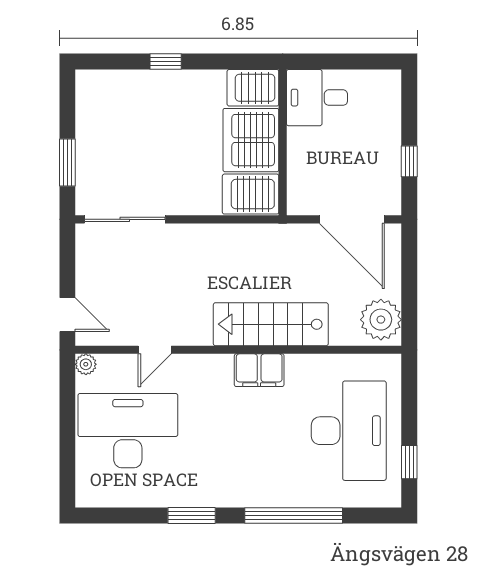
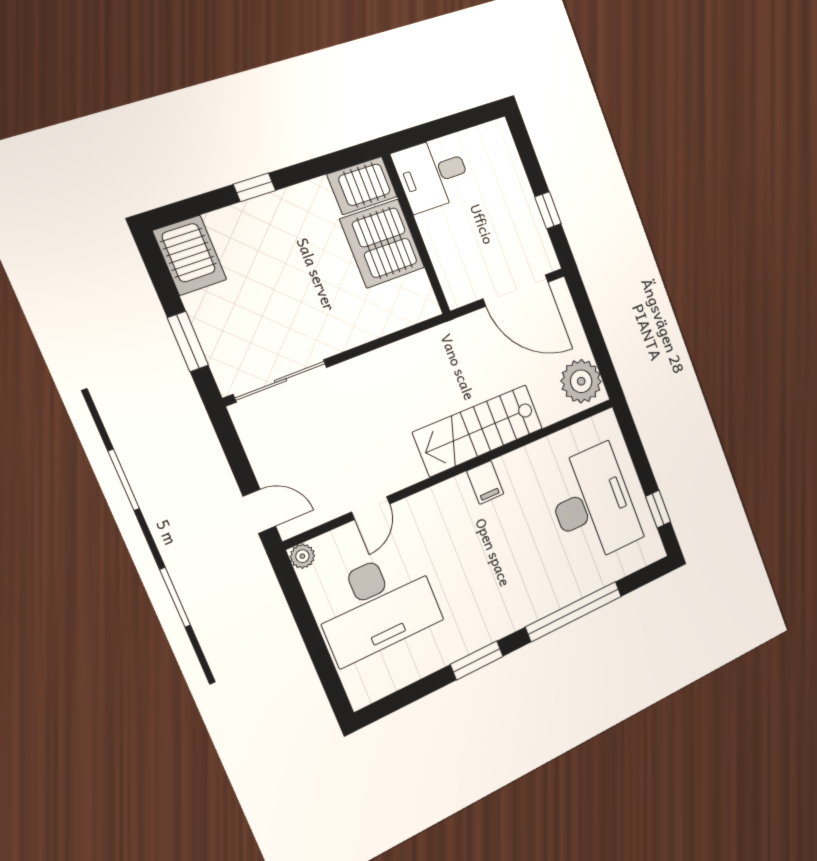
server rack: (251, 194) -> (190, 255), moved, turned -90
filing cabinet: (259, 370) -> (485, 482), width x0.50
desk: (128, 431) -> (377, 606), turned 180

